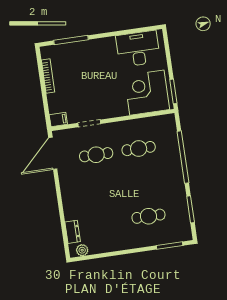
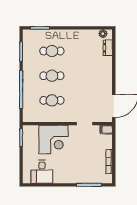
desk: (138, 49) -> (42, 172), width x0.73
corner desk: (147, 93) -> (53, 140), moved
cafe table: (96, 155) -> (52, 76), moved

